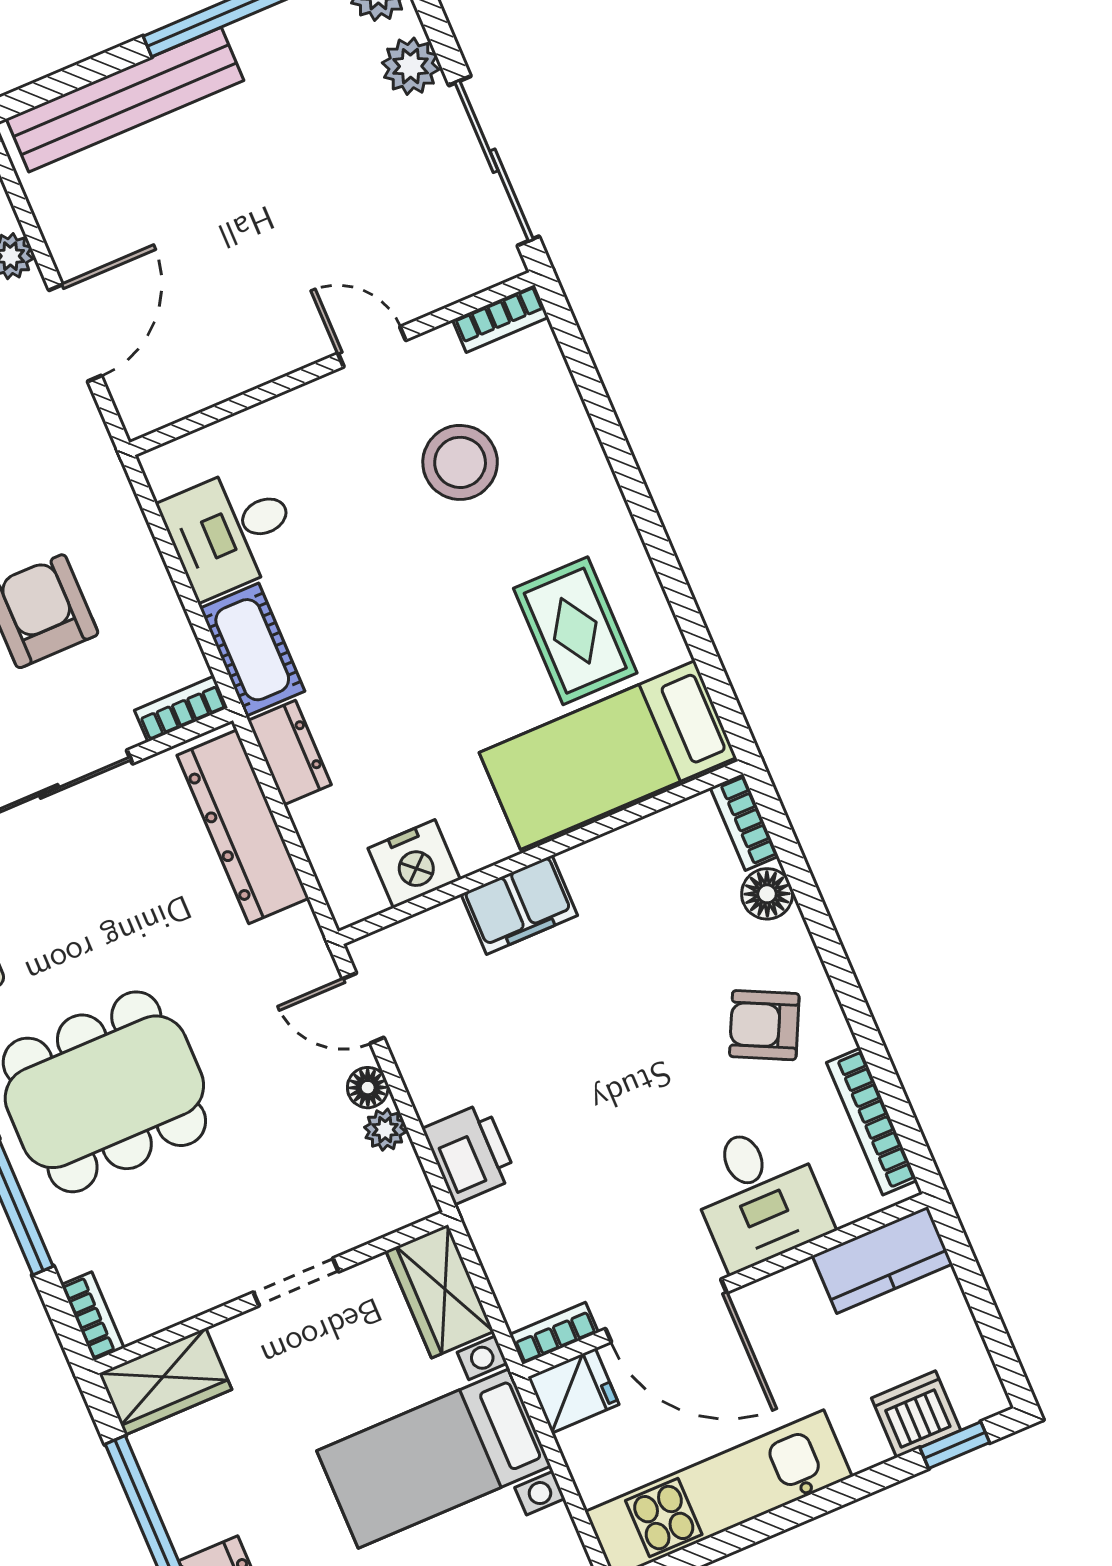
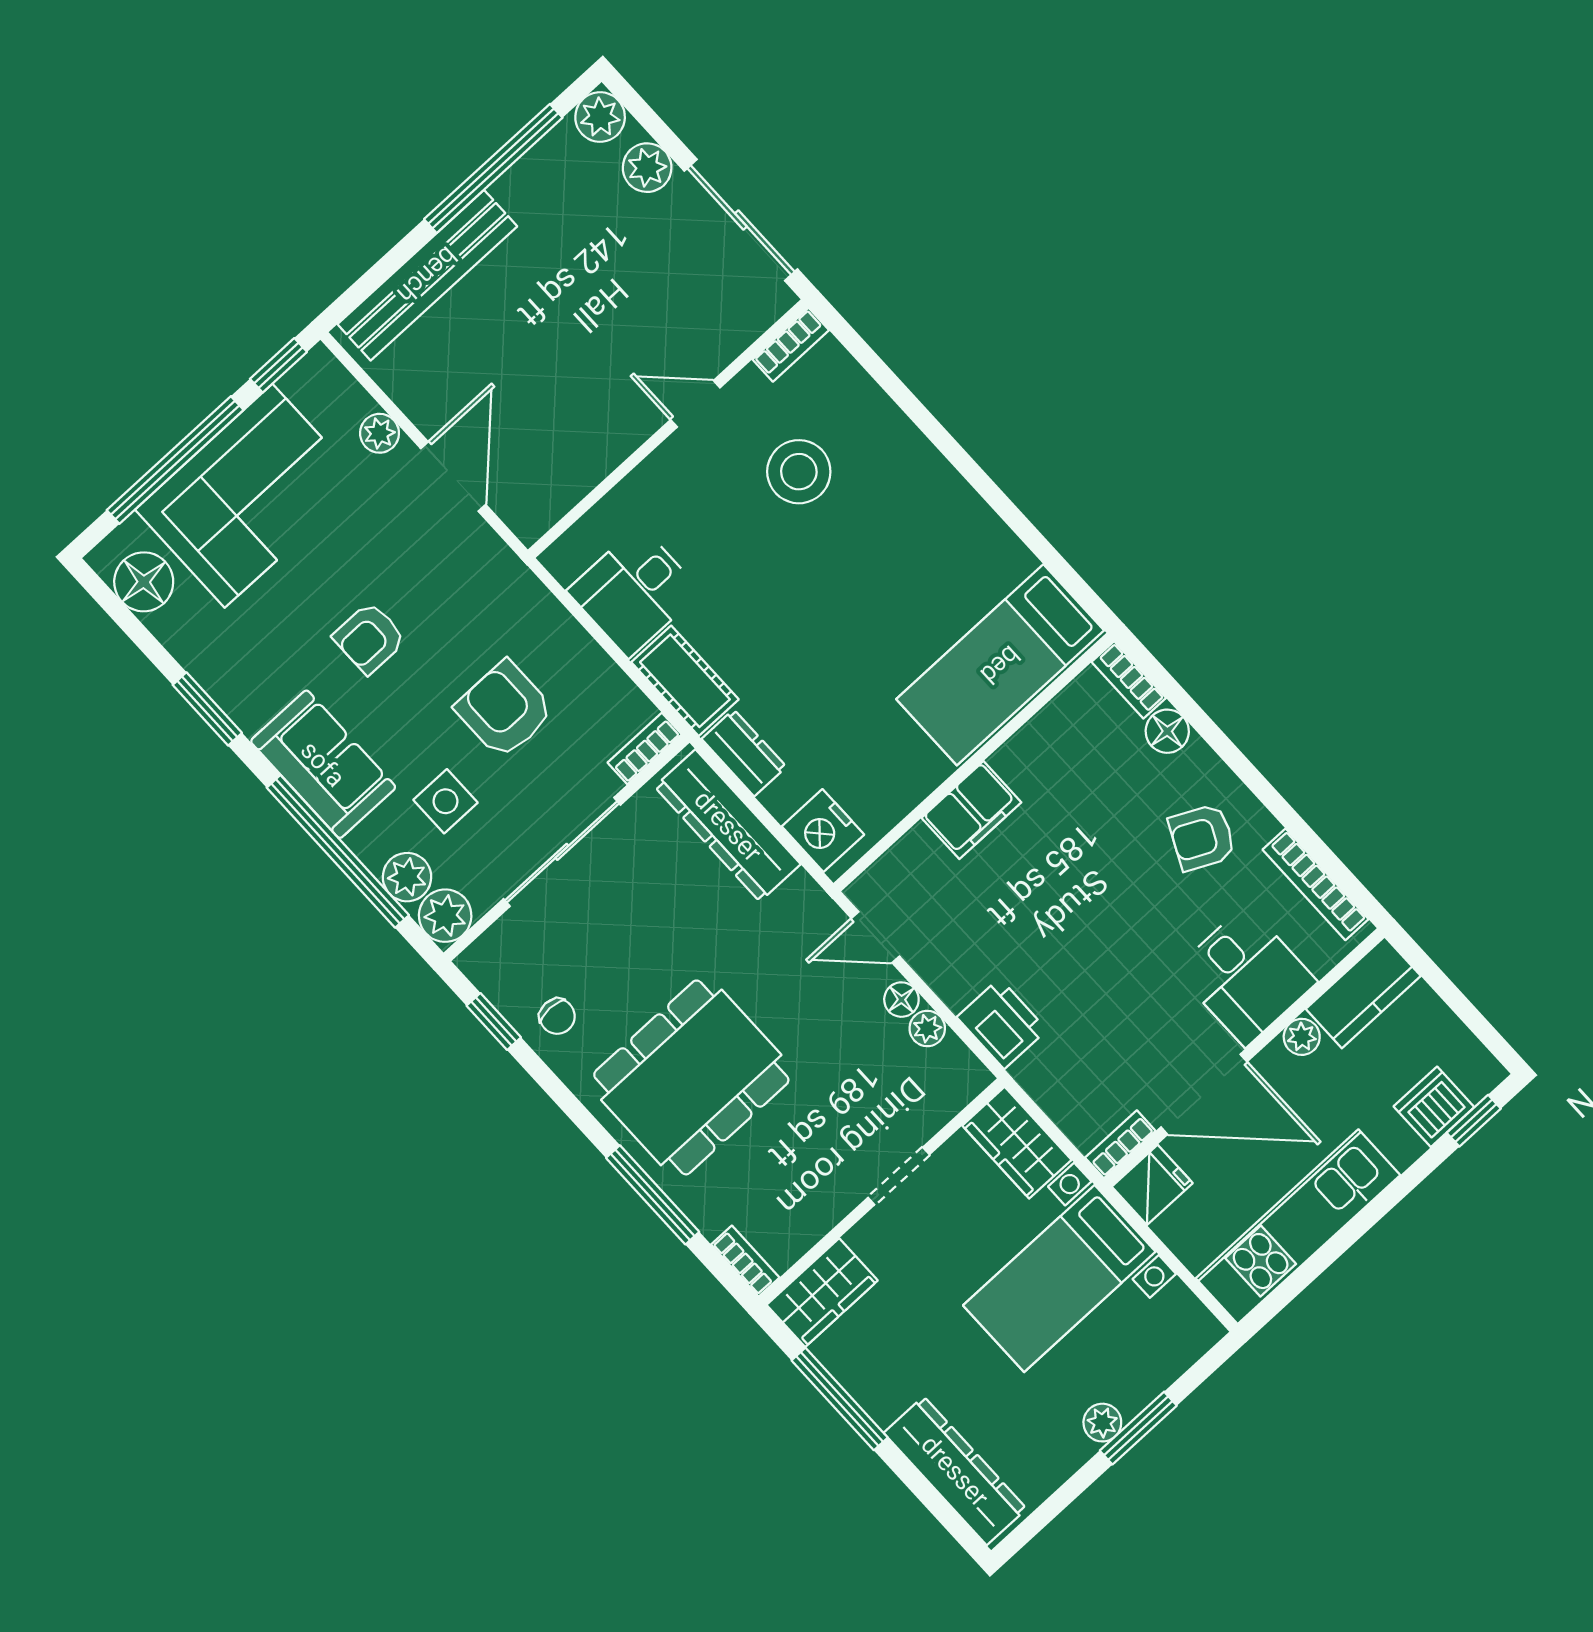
rug: (575, 631) -> (939, 574), removed
nightstand: (414, 864) -> (823, 831), moved, turned 90
plant: (797, 1285) -> (1302, 1037), added

